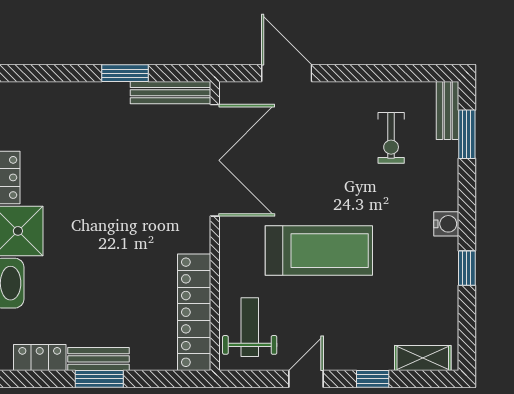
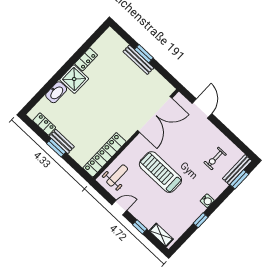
window: (125, 73) -> (144, 54), moved
bench: (171, 93) -> (138, 60), moved
bench: (447, 111) -> (237, 170), width x1.36
treadmill: (319, 251) -> (160, 172), turned 180

